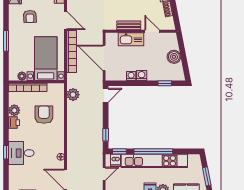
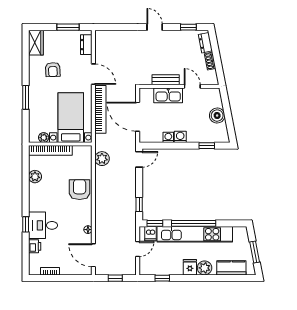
armchair: (44, 115) -> (80, 190), moved
printer: (14, 123) -> (35, 246), moved

